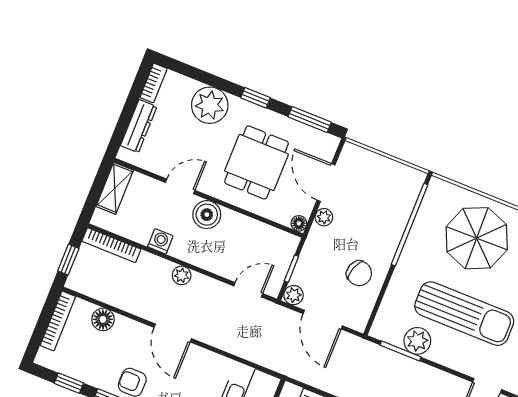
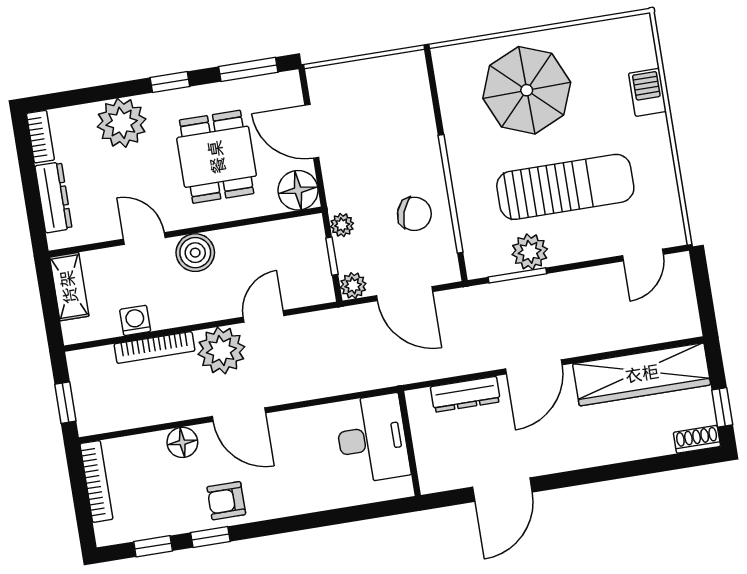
door: (180, 186) -> (144, 238), hinge flipped
plant: (324, 217) -> (342, 225), moved
floor lamp: (299, 223) -> (298, 190), width x1.89, depth x1.89
window: (410, 225) -> (451, 194), moved
washing machine: (160, 241) -> (135, 320), moved
bookcase: (111, 245) -> (154, 347), moved
plant: (182, 275) -> (221, 351), width x1.87, depth x1.87
door: (248, 290) -> (264, 316), moved
floor lamp: (103, 319) -> (182, 442), moved

